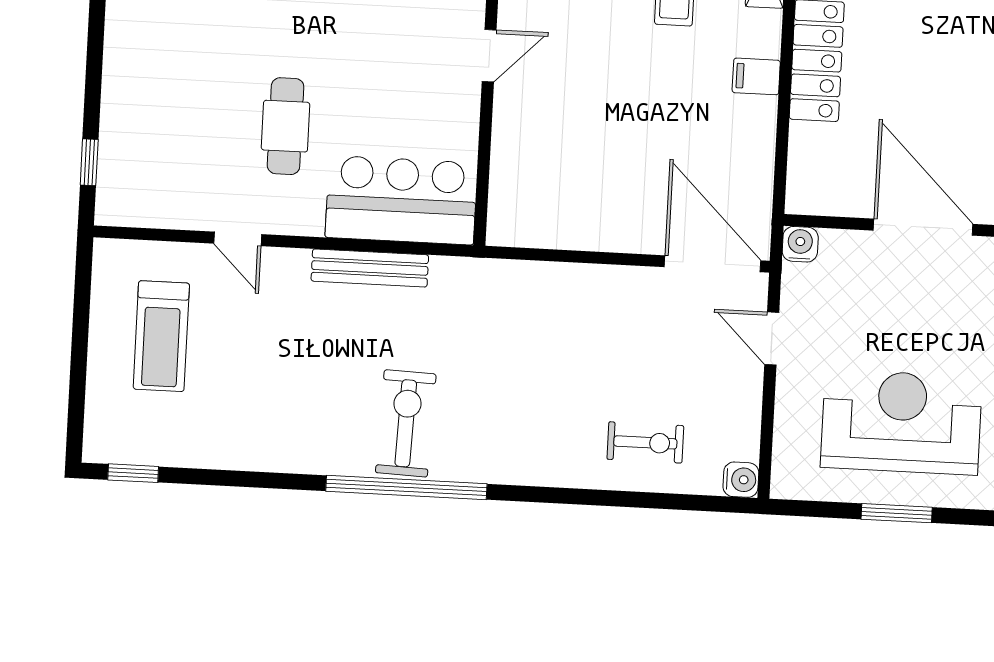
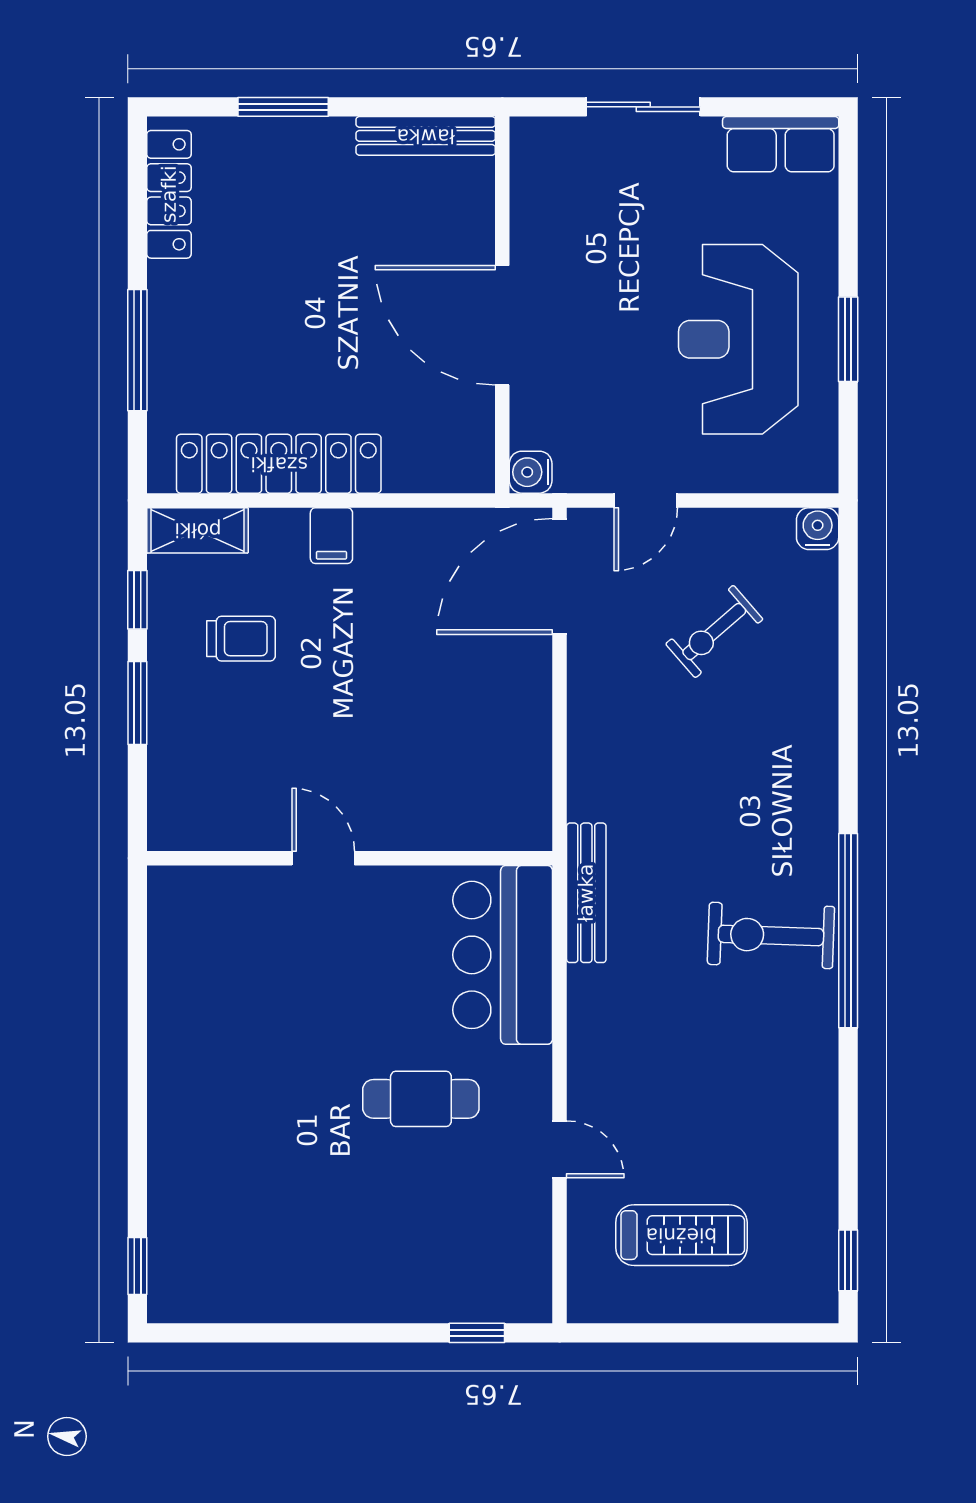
door: (923, 227) -> (502, 325), hinge flipped
door: (238, 239) -> (560, 1149), hinge flipped
bench: (370, 268) -> (586, 893), moved
exercise bike: (645, 442) -> (714, 632), moved, turned -131

